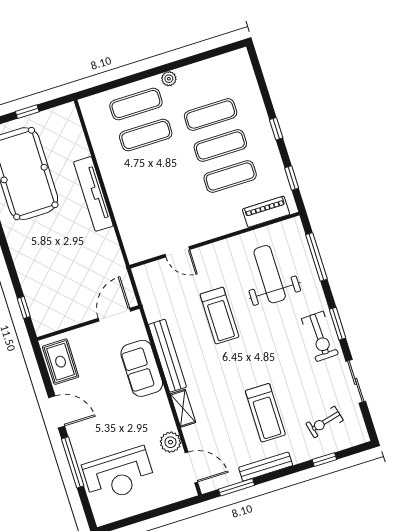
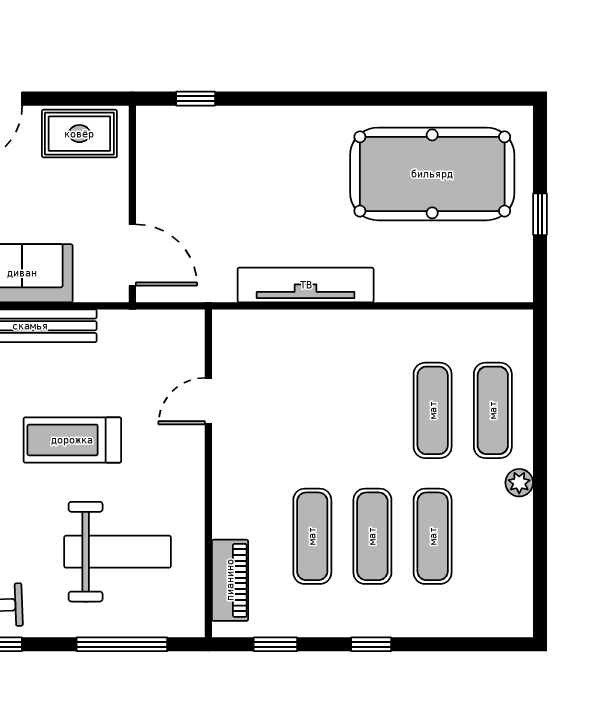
tv unit: (93, 194) -> (306, 285), moved

